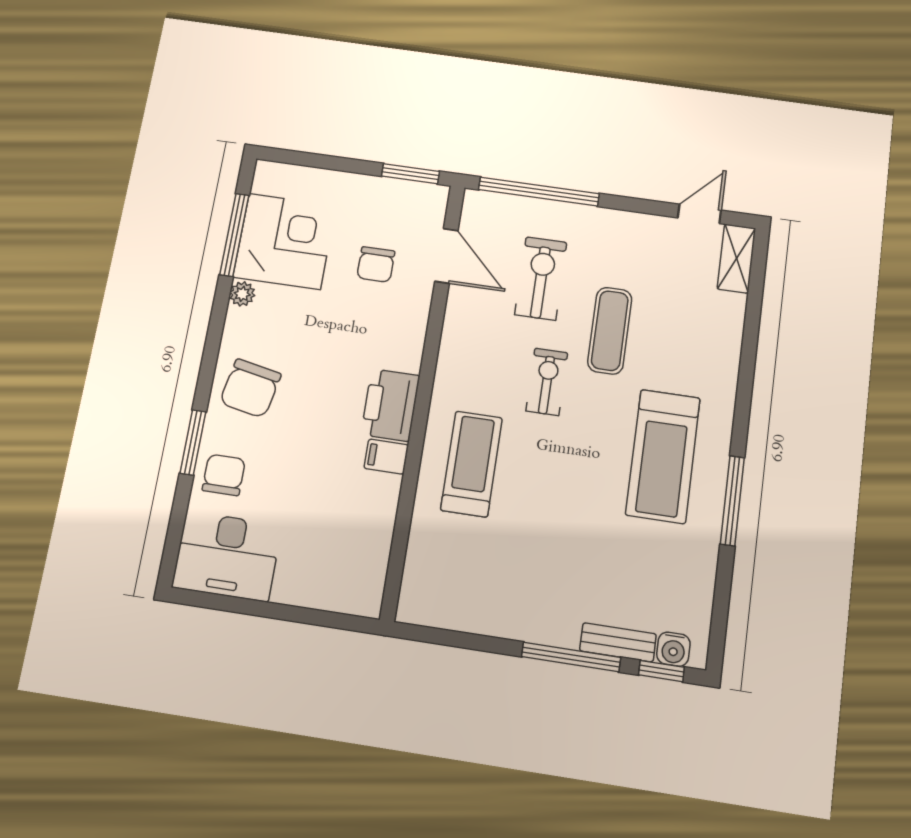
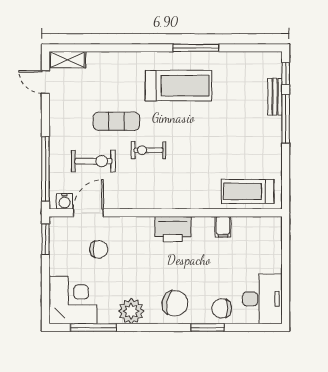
corner desk: (285, 241) -> (73, 300), moved, turned 90
exercise bike: (541, 278) -> (93, 161), turned 180
plant: (242, 294) -> (131, 311), width x1.88, depth x1.88
filing cabinet: (386, 457) -> (223, 227), moved
treadmill: (471, 464) -> (248, 191), moved
water cooler: (673, 649) -> (64, 201), moved, turned 90

